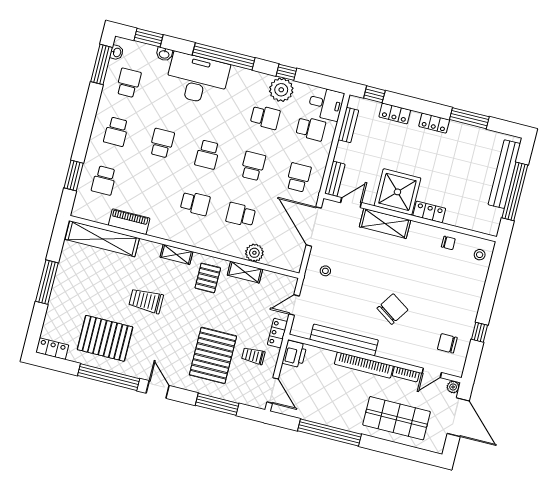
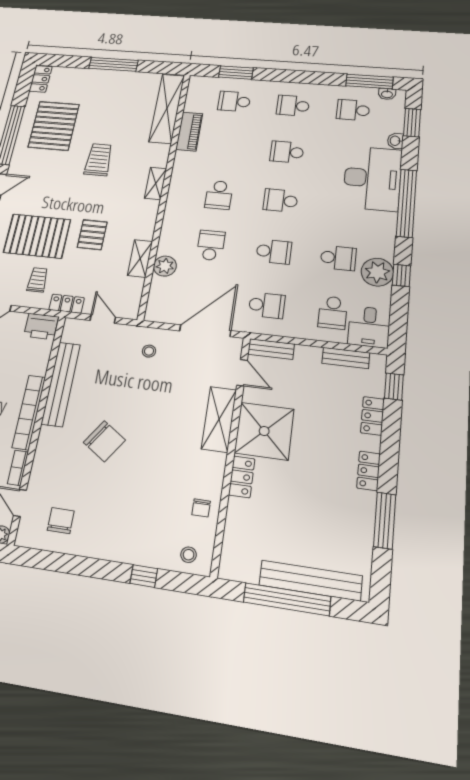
school desk: (128, 83) -> (353, 110), turned 180
school desk: (265, 117) -> (338, 258), turned -90
school desk: (162, 143) -> (287, 152), turned 180
pallet: (208, 278) -> (92, 235), moved, turned 90
window: (480, 332) -> (144, 576), moved

